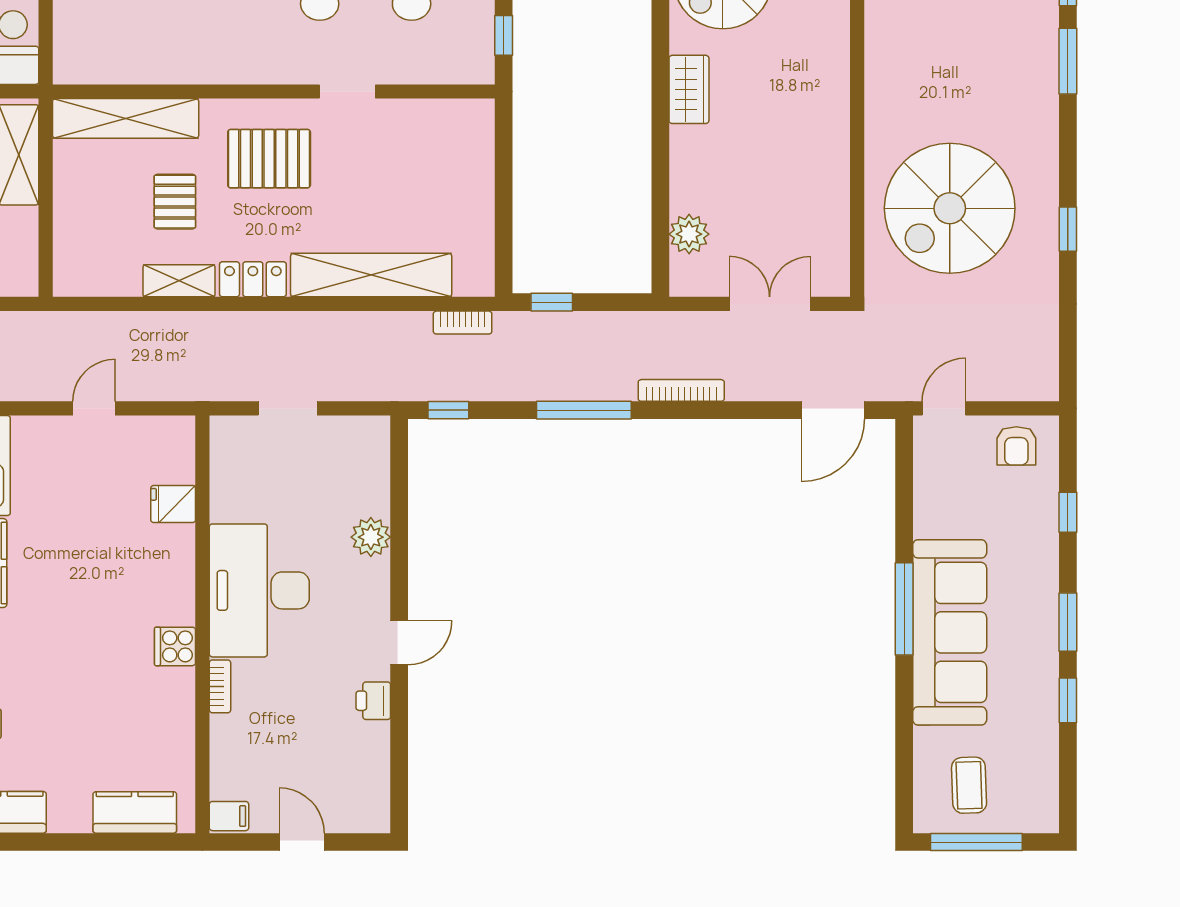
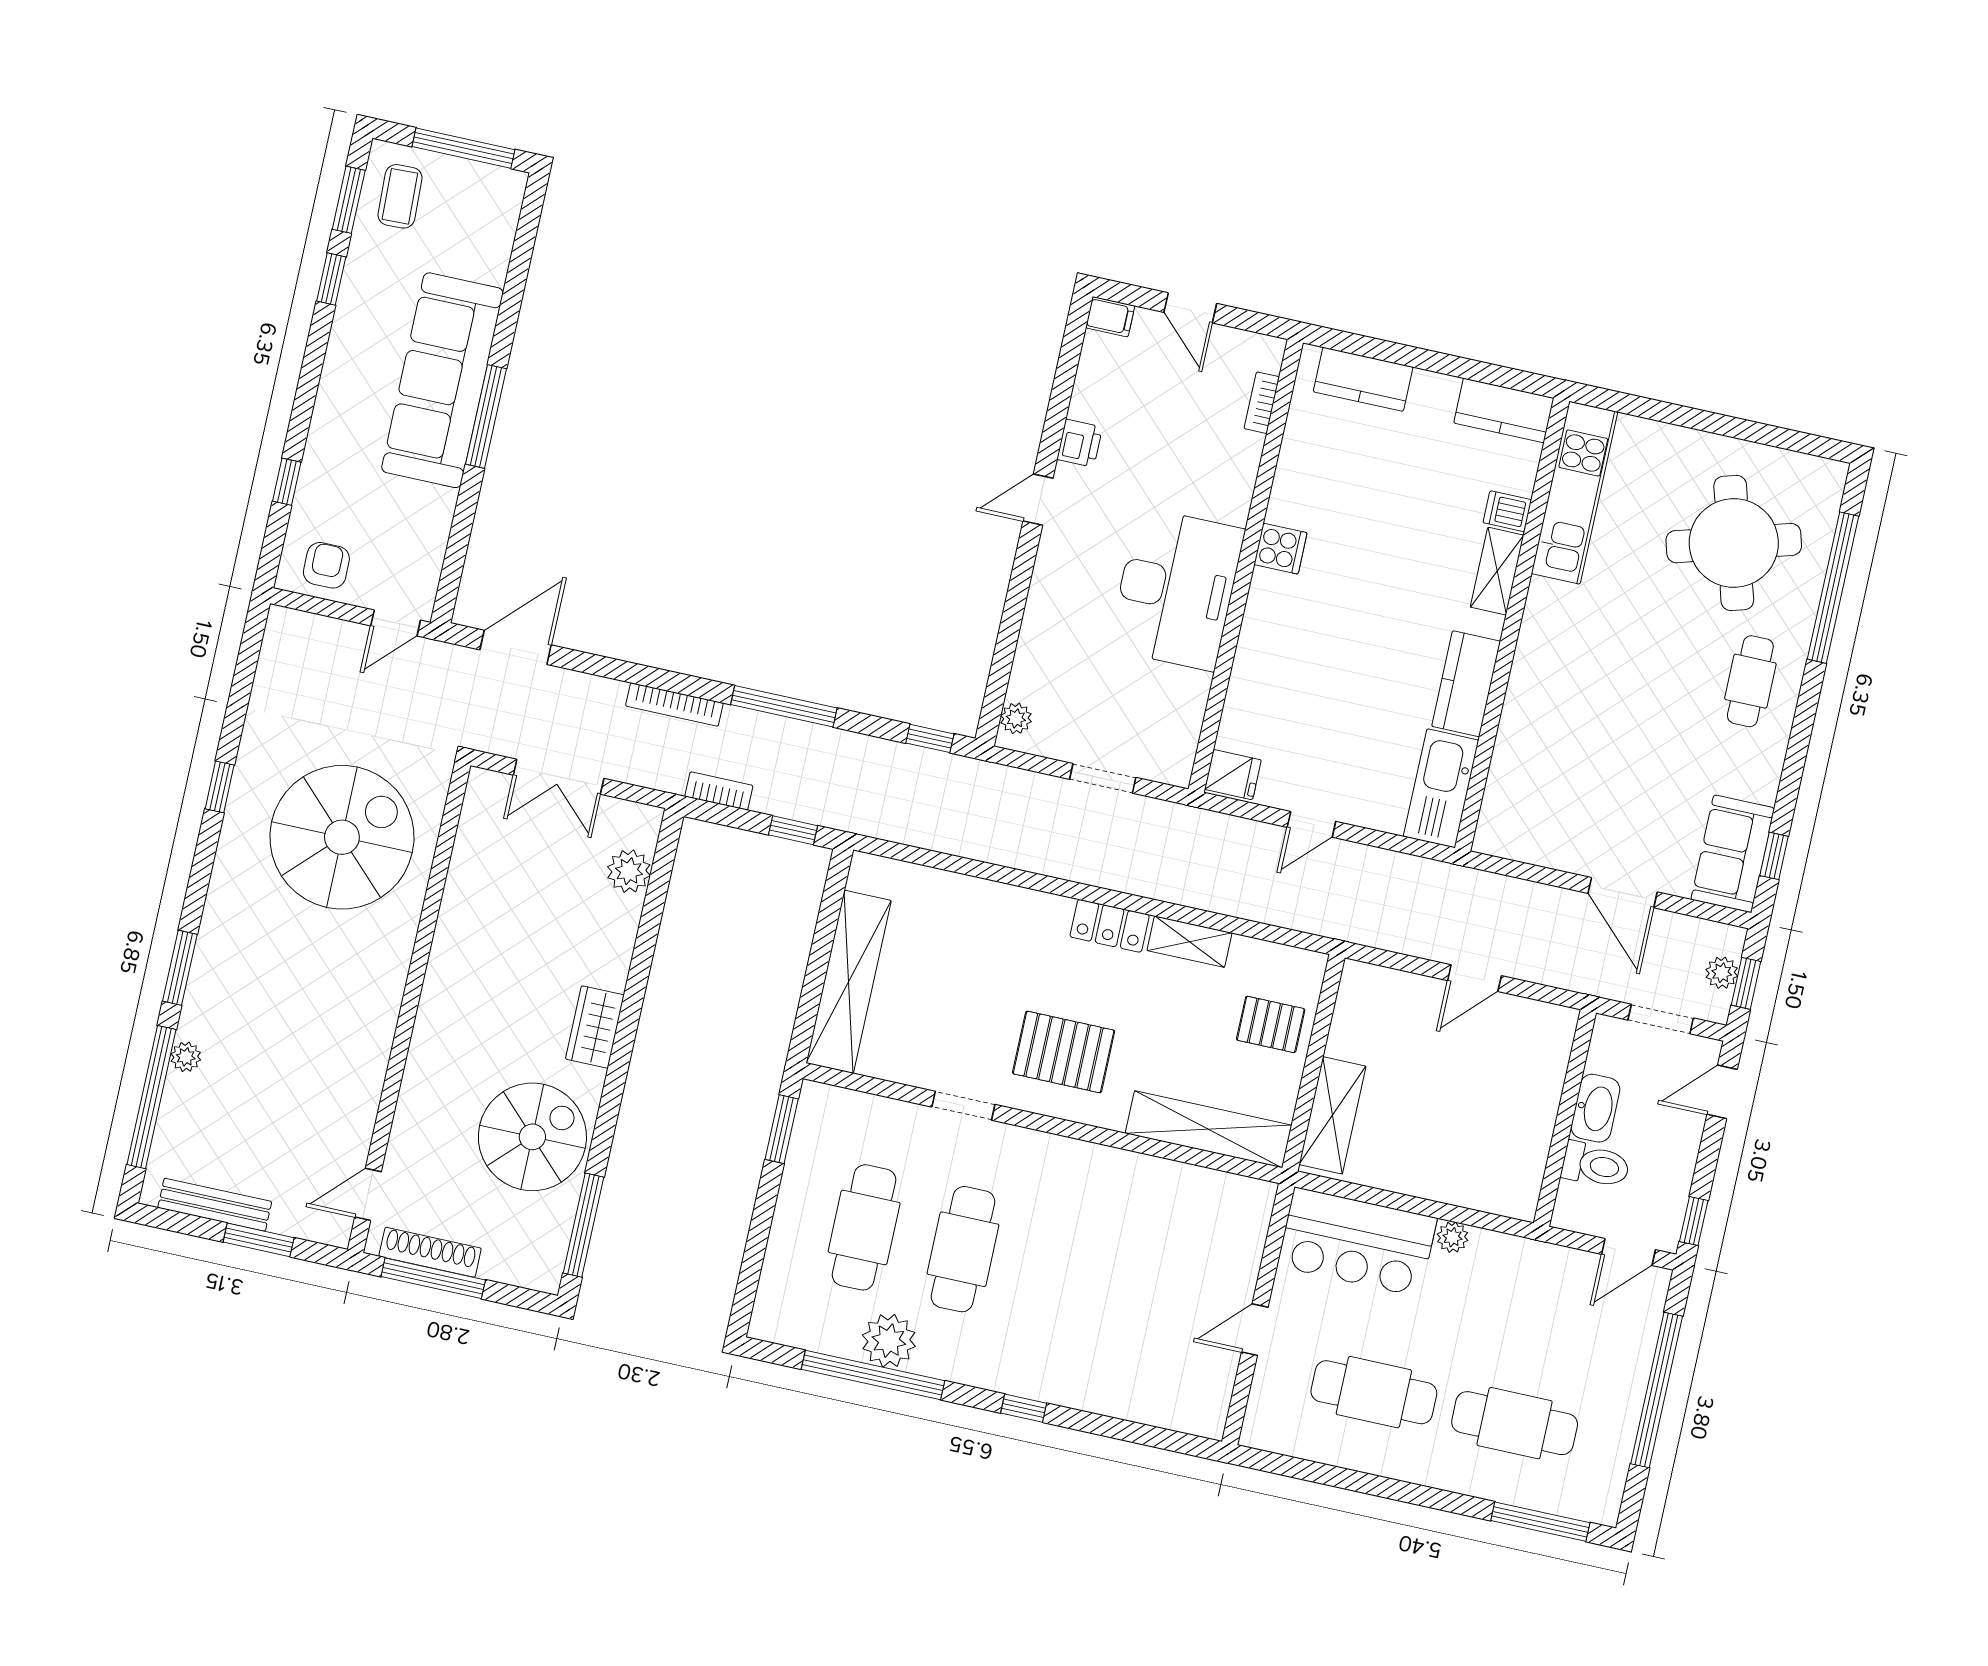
window: (504, 35) -> (782, 1129), width x1.50
pallet: (175, 202) -> (1271, 1024), moved, turned 90
shelving: (371, 275) -> (849, 982), moved, turned 90
bookcase: (463, 323) -> (719, 791), moved
fridge: (173, 504) -> (1233, 775), moved
plant: (371, 537) -> (1016, 718), moved, width x0.73, depth x0.73
window: (1068, 622) -> (349, 200), moved
bookcase: (220, 686) -> (1262, 403), moved
coffee table: (969, 785) -> (400, 196), moved
filing cabinet: (229, 816) -> (1110, 317), moved, turned 180

